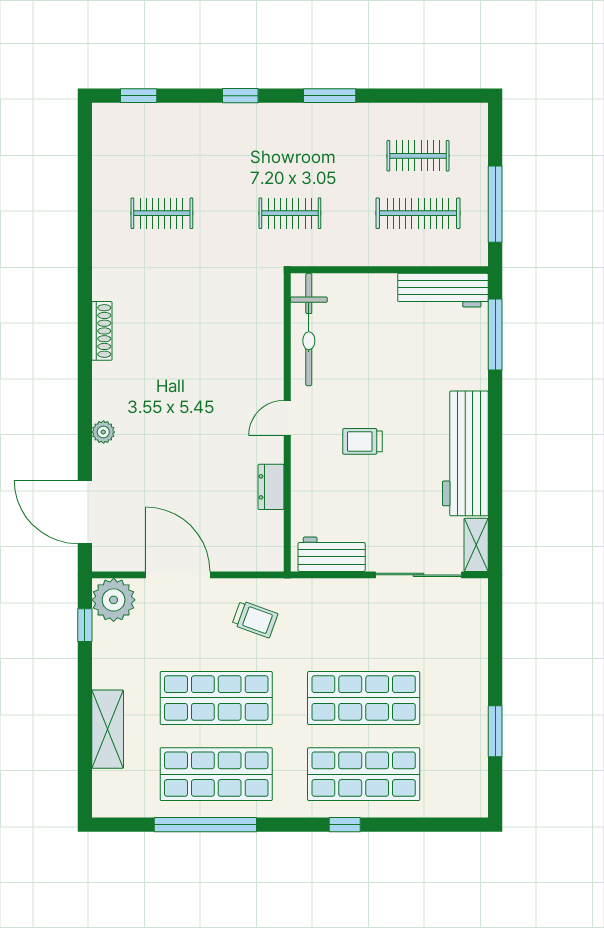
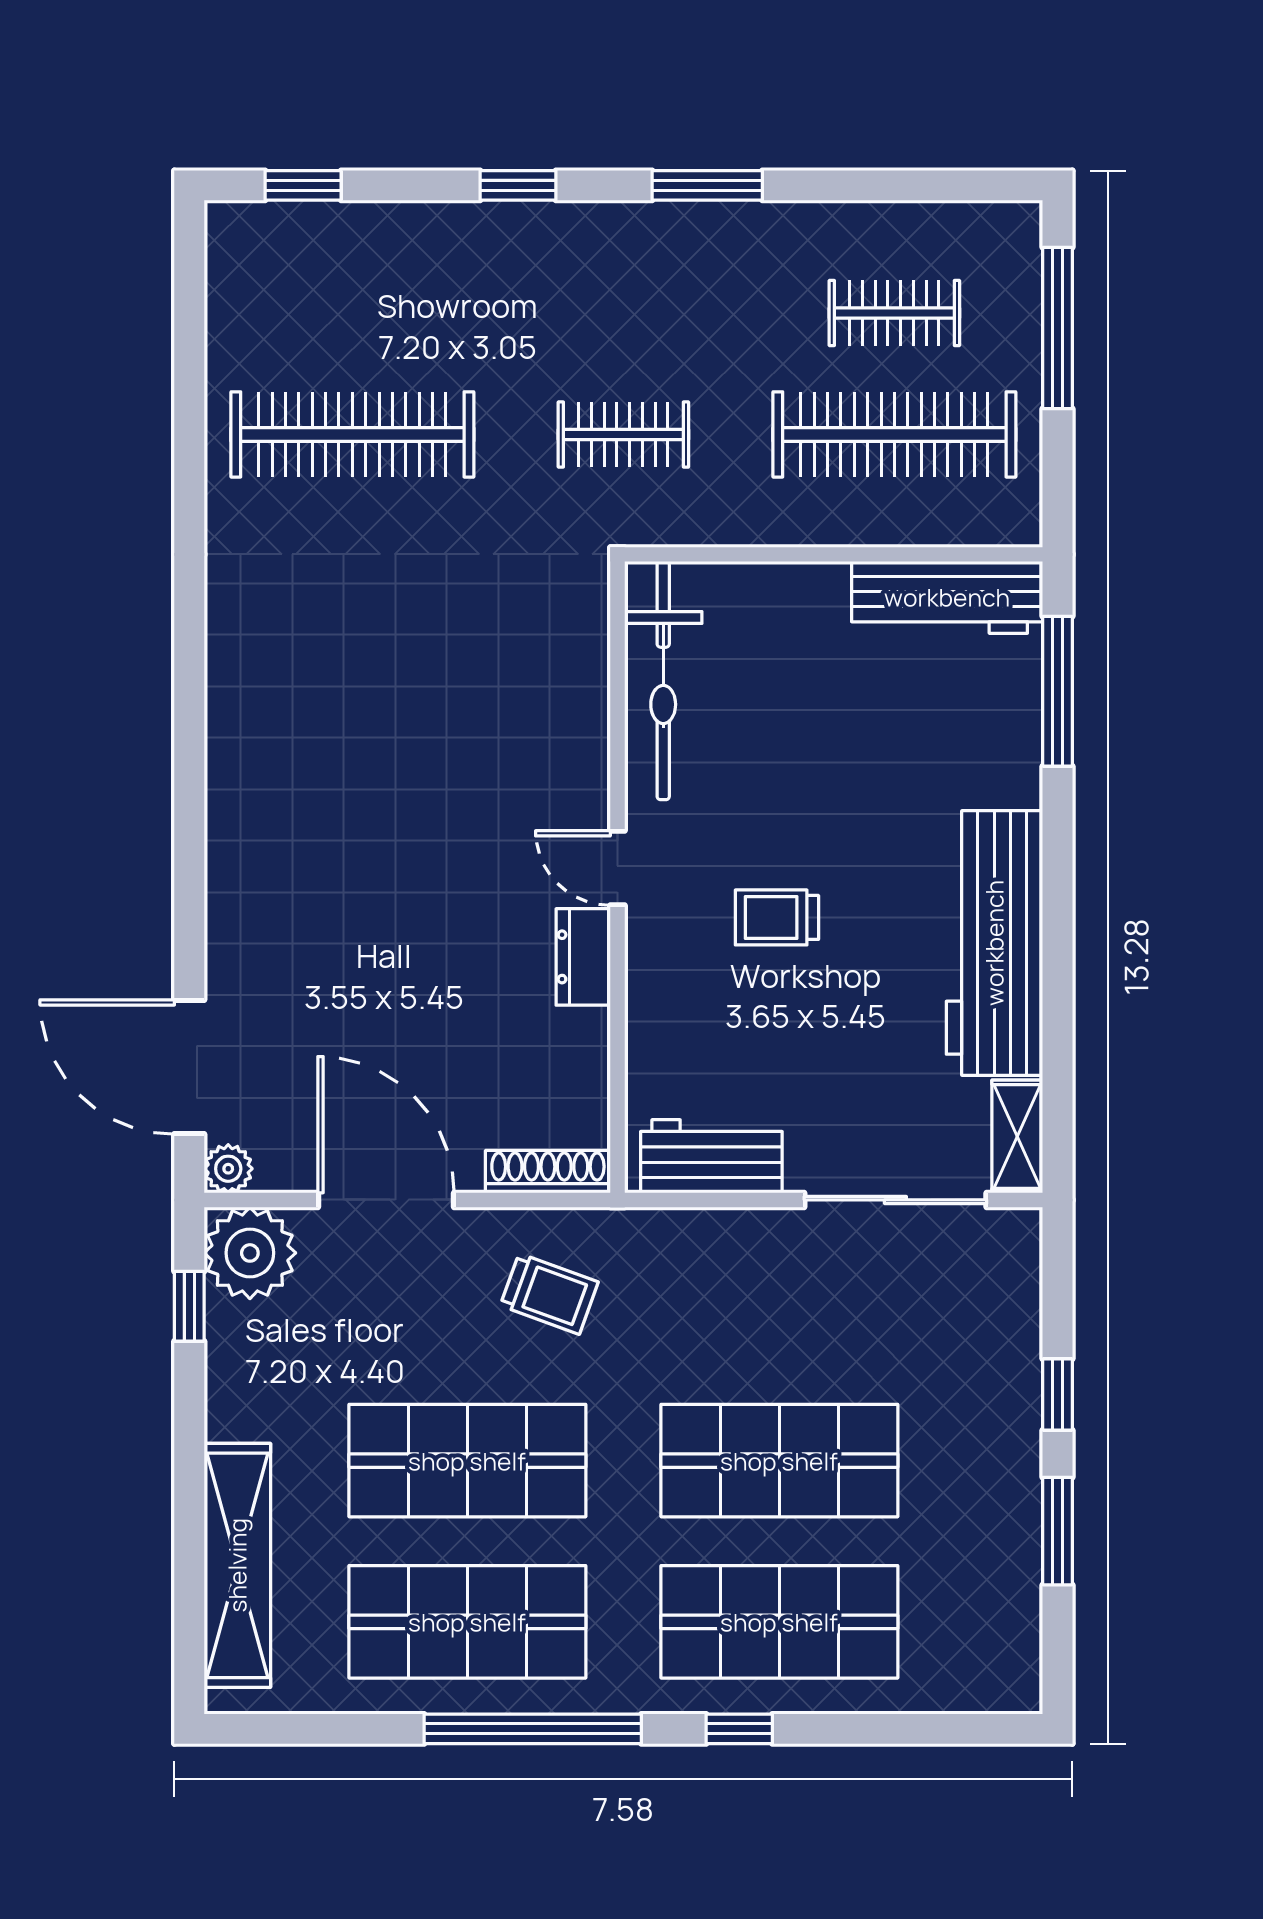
window: (495, 204) -> (1058, 328), moved
clothes rail: (162, 213) -> (352, 434), width x1.86, depth x1.31
clothes rail: (418, 213) -> (894, 434), width x1.37, depth x1.31
shoe rack: (102, 331) -> (548, 1172), moved, turned -90
door: (287, 418) -> (617, 868), hinge flipped
plant: (103, 432) -> (228, 1169), moved
dresser: (271, 487) -> (583, 957), moved
window: (495, 667) -> (1058, 1394), added
shelving: (108, 729) -> (237, 1565), width x1.47
window: (205, 825) -> (533, 1729), moved

